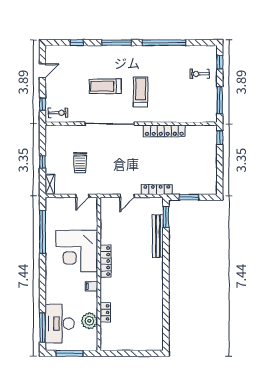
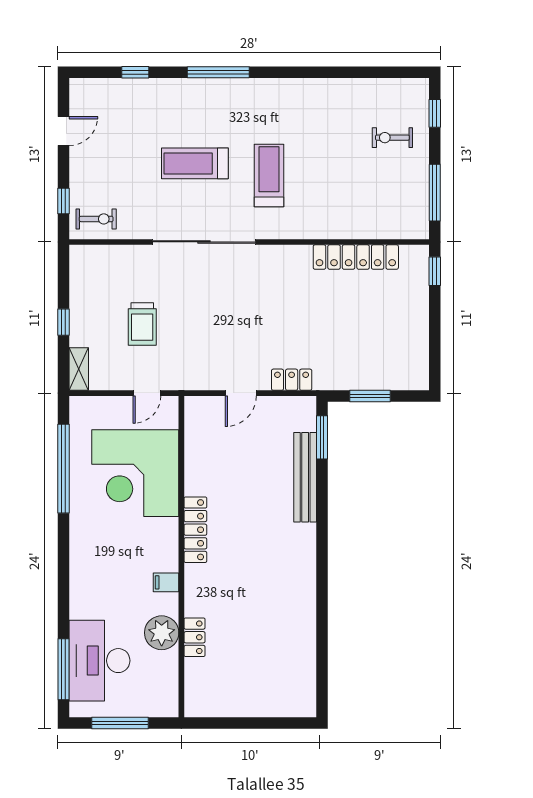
window: (164, 43) -> (318, 72), removed
locker: (164, 131) -> (356, 257), moved
locker: (157, 189) -> (292, 380), width x0.66
corner desk: (77, 251) -> (135, 473), moved
plant: (89, 321) -> (162, 633), moved

